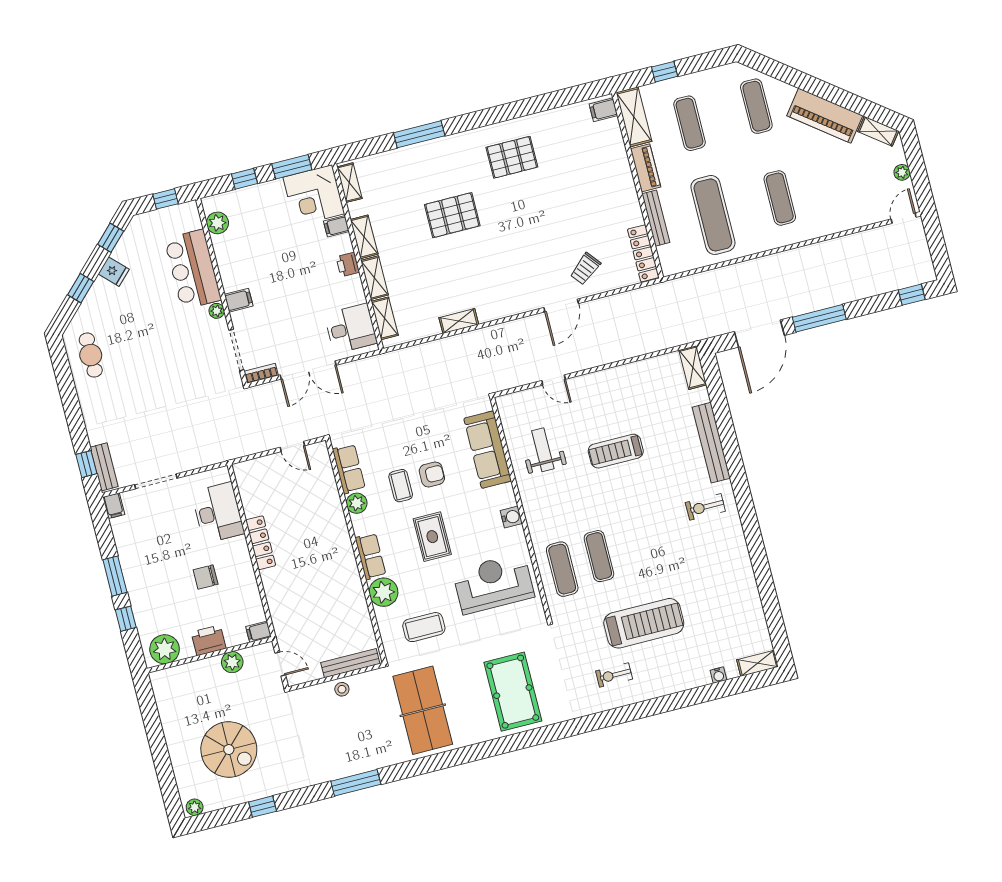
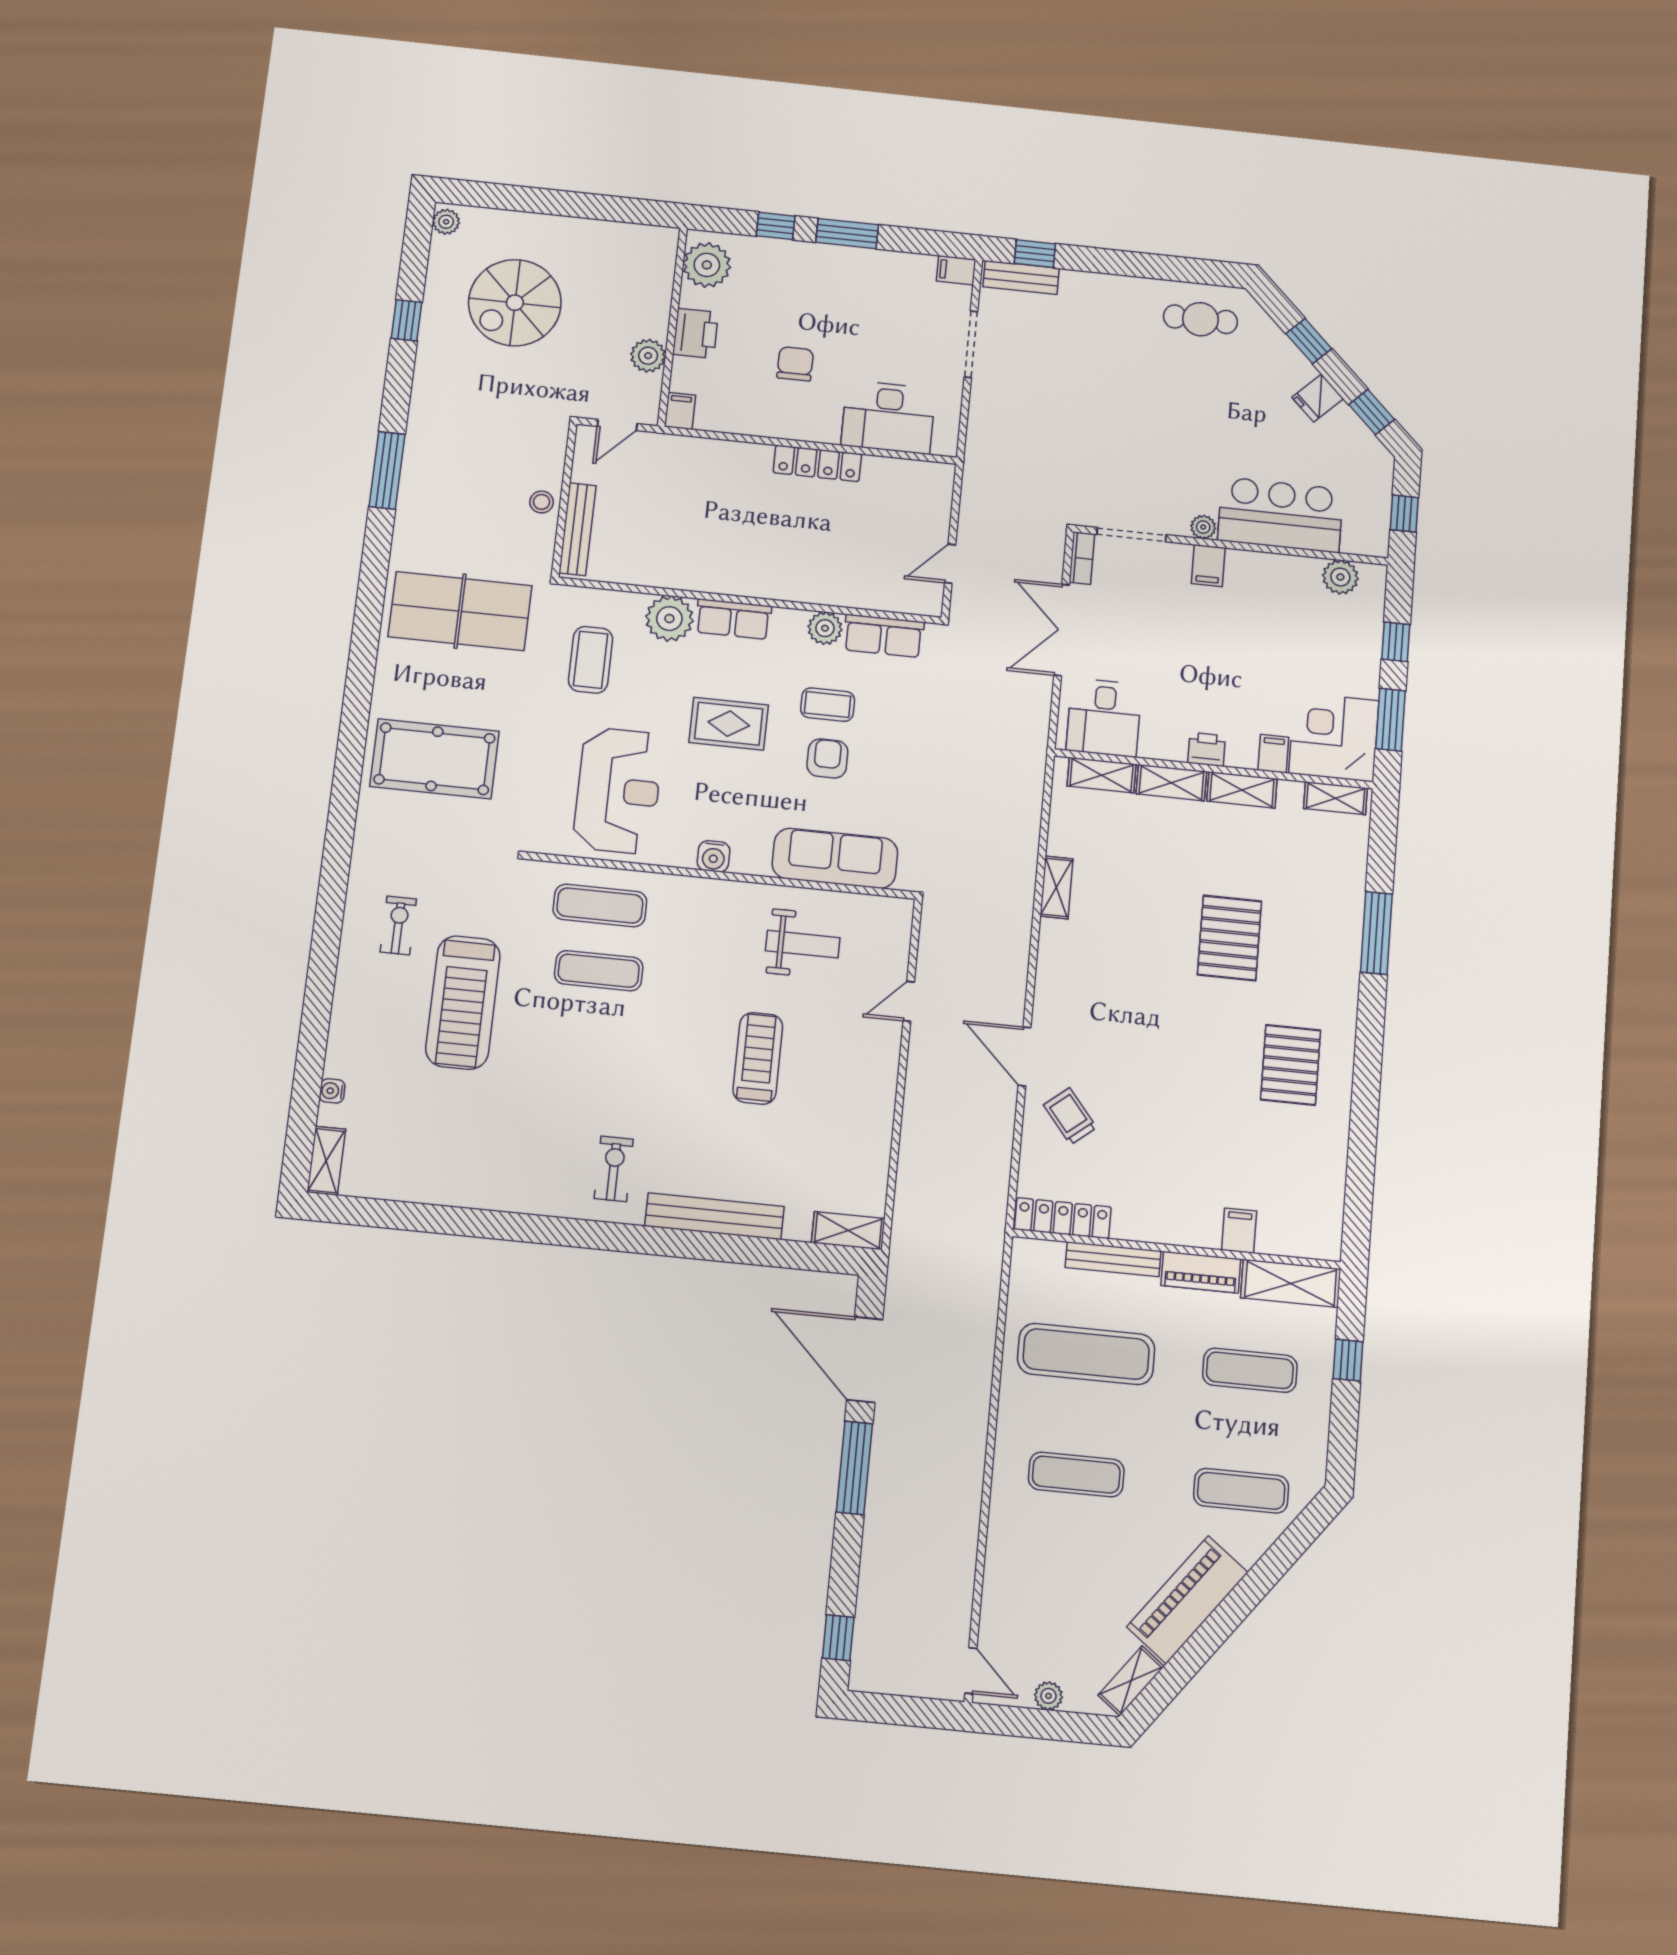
filing cabinet: (603, 110) -> (1239, 1231), moved
armchair: (432, 474) -> (827, 758), turned 180

